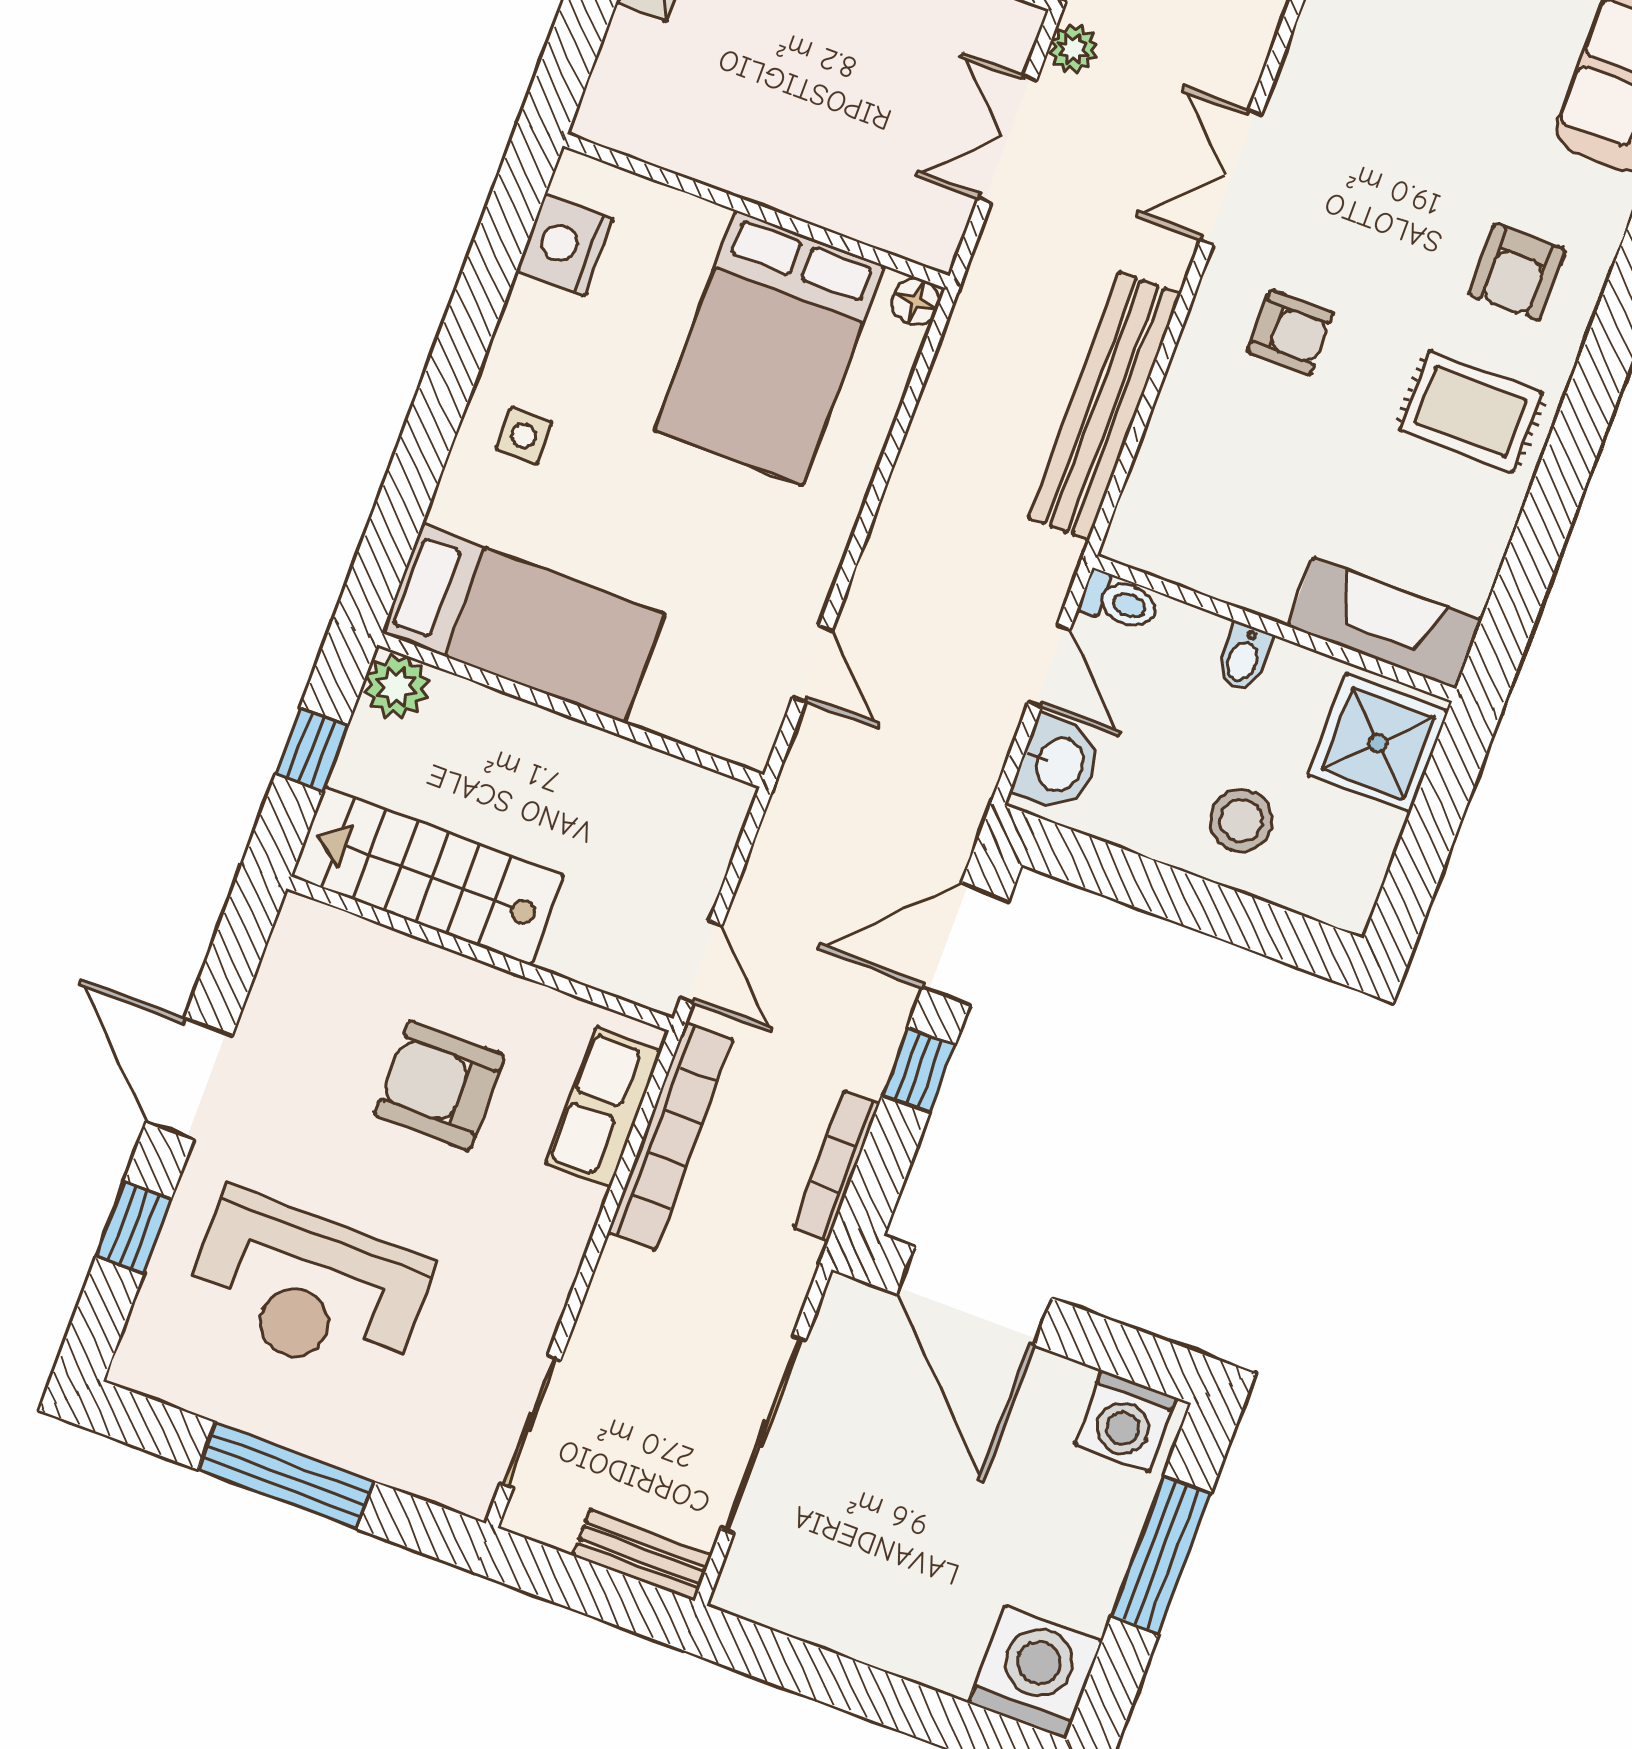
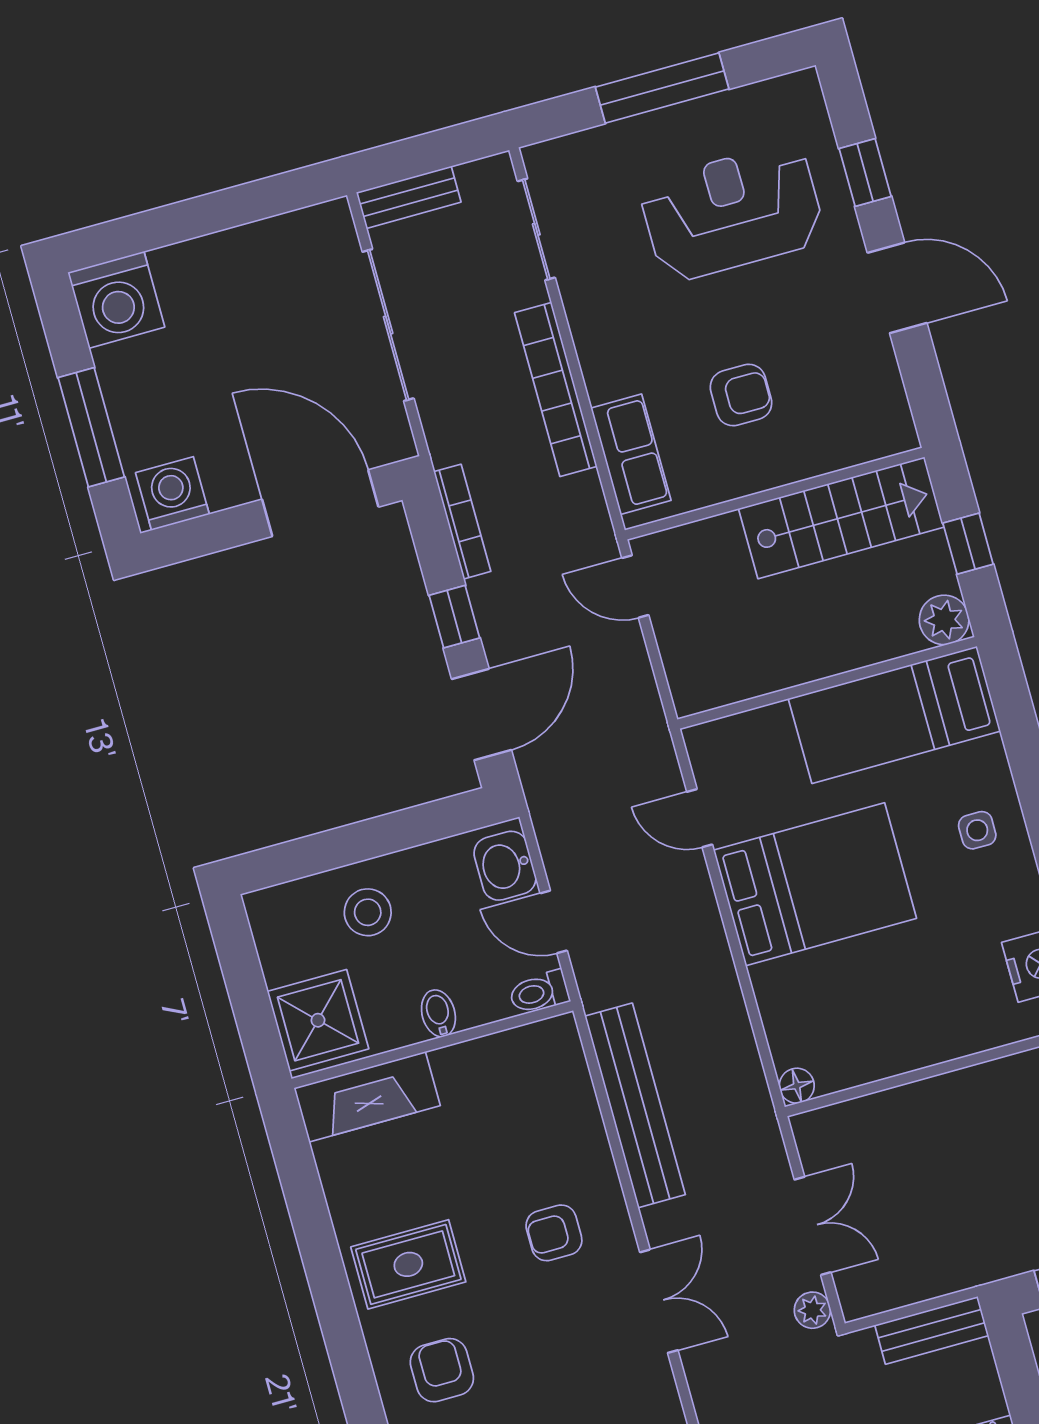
bed: (769, 348) -> (815, 884), moved, turned 90
armchair: (440, 1085) -> (741, 395), width x0.72, depth x0.72
bookcase: (670, 1136) -> (556, 390), moved

